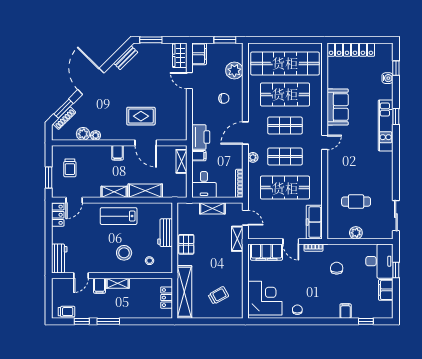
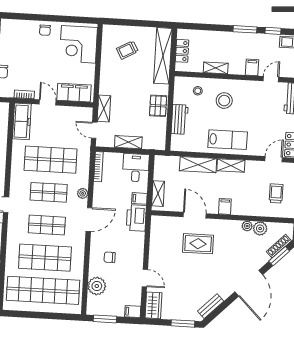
filing cabinet: (199, 54) -> (133, 311), width x0.50
shelving: (118, 283) -> (216, 68), moved

